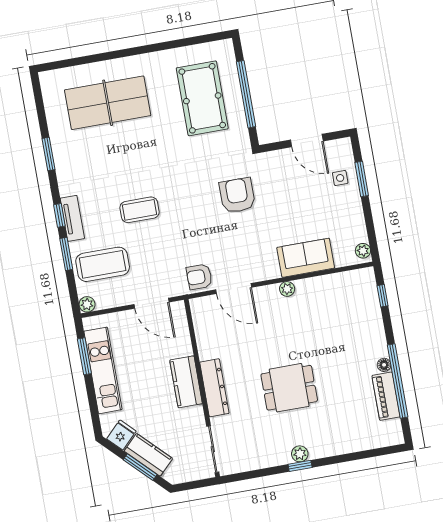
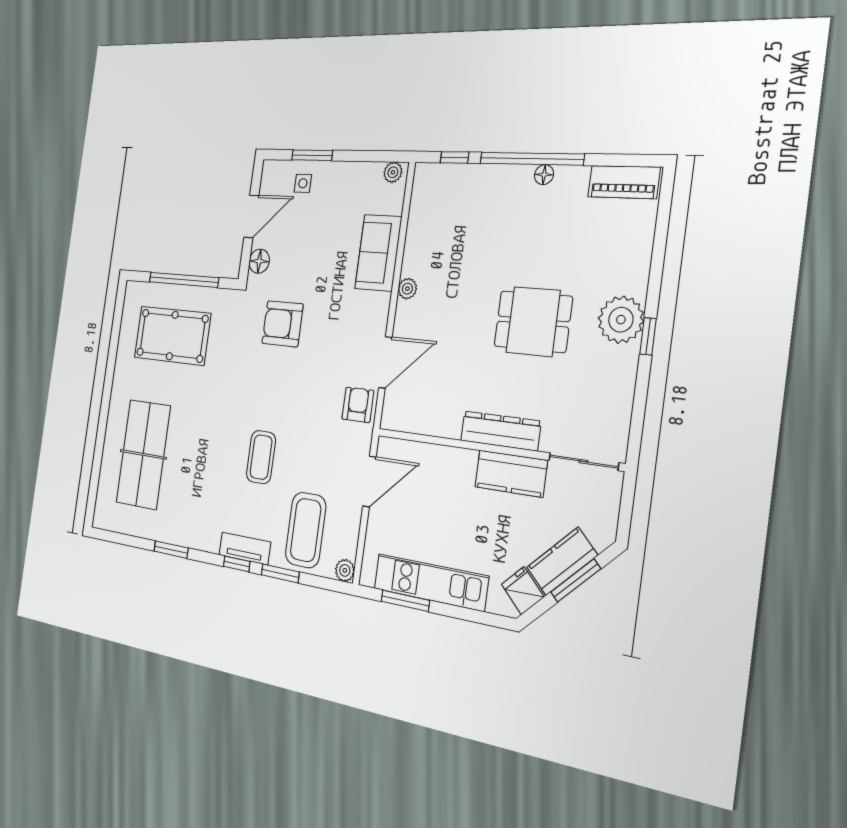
floor lamp: (276, 159) -> (259, 261), added
armchair: (199, 277) -> (358, 405), turned 180
window: (398, 381) -> (531, 159), moved
kitchen counter: (186, 382) -> (511, 474), moved
dining table: (289, 388) -> (533, 322), turned 90
piano: (386, 396) -> (624, 182), moved
plant: (300, 454) -> (621, 320), width x1.87, depth x1.87

